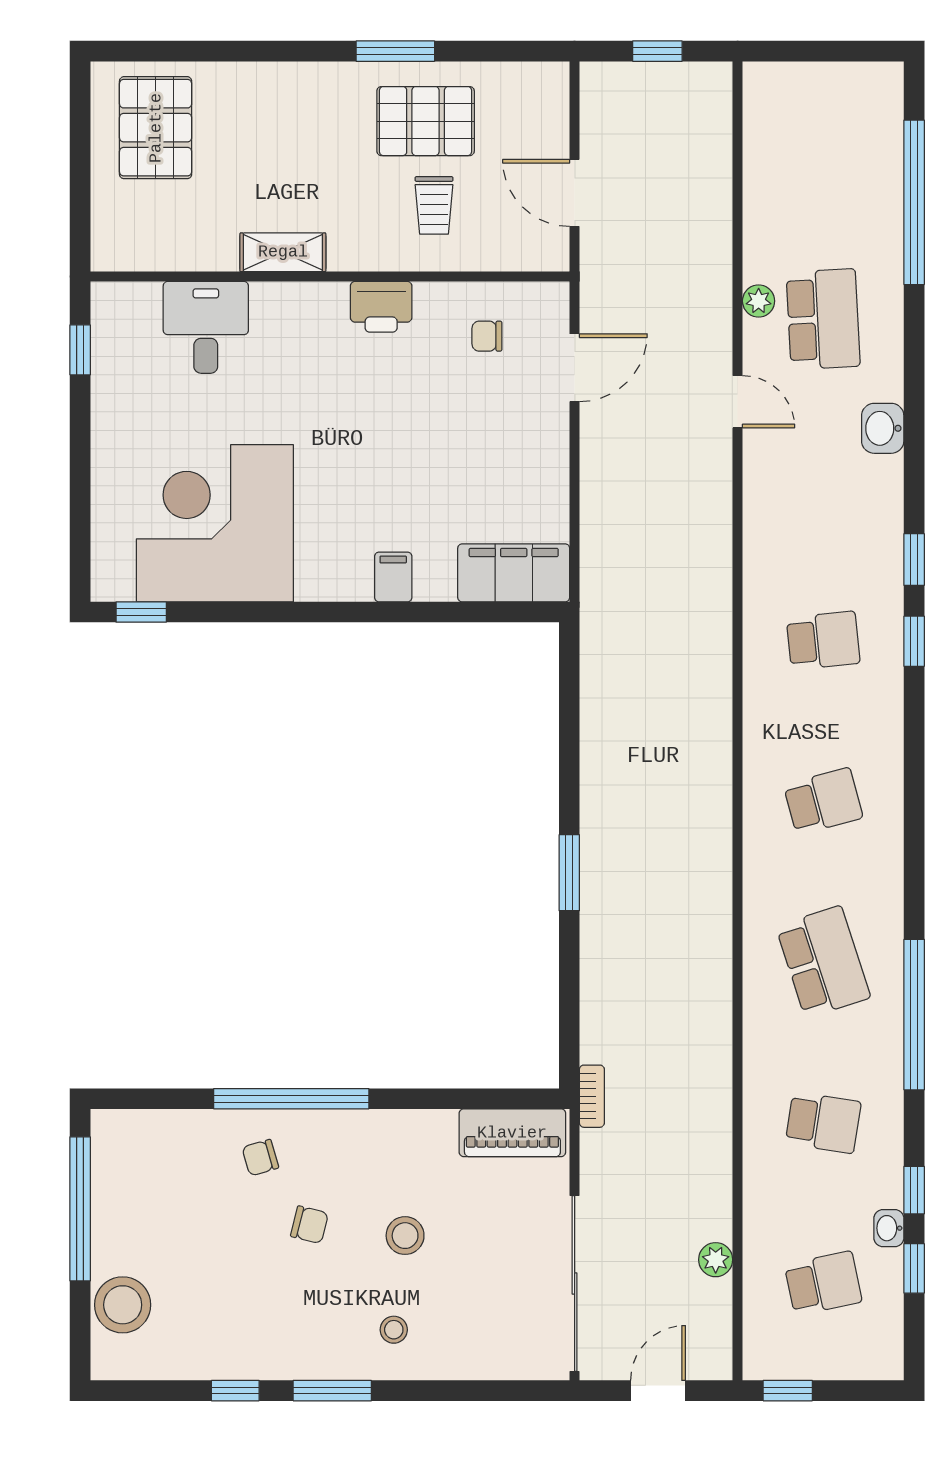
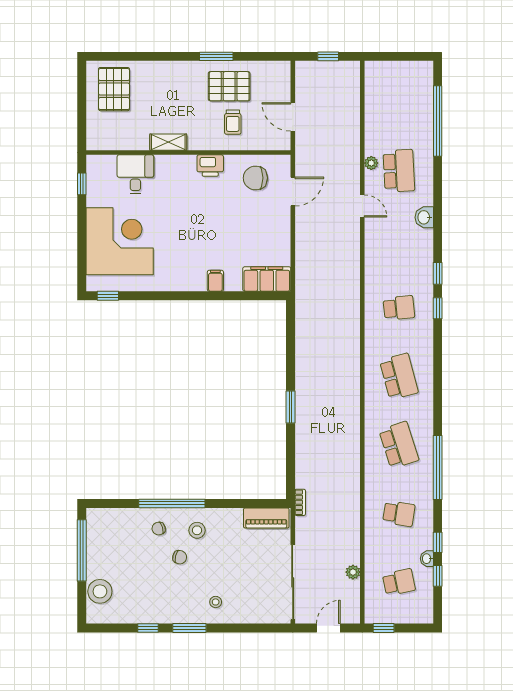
chair: (487, 336) -> (255, 178), width x1.87, depth x1.87
corner desk: (215, 523) -> (120, 241), moved, turned 90
school desk: (823, 801) -> (399, 376), width x1.85
stool: (405, 1236) -> (197, 530), moved

